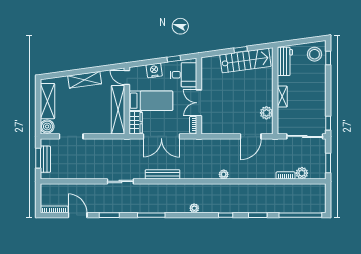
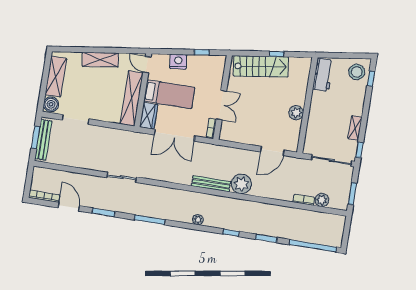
stairs: (245, 61) -> (261, 66), moved
desk: (183, 75) -> (209, 71), removed
shelving: (282, 97) -> (355, 128), moved
double door: (199, 103) -> (221, 105), swing flipped
plant: (266, 113) -> (296, 113), moved
bench: (45, 159) -> (43, 140), width x1.36
bench: (163, 174) -> (211, 184), moved
plant: (224, 174) -> (241, 184), width x1.87, depth x1.87

